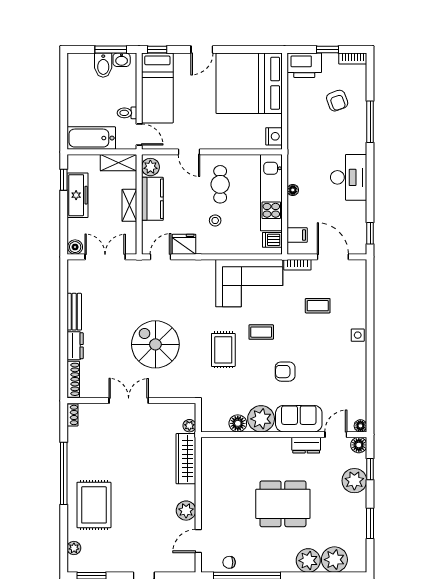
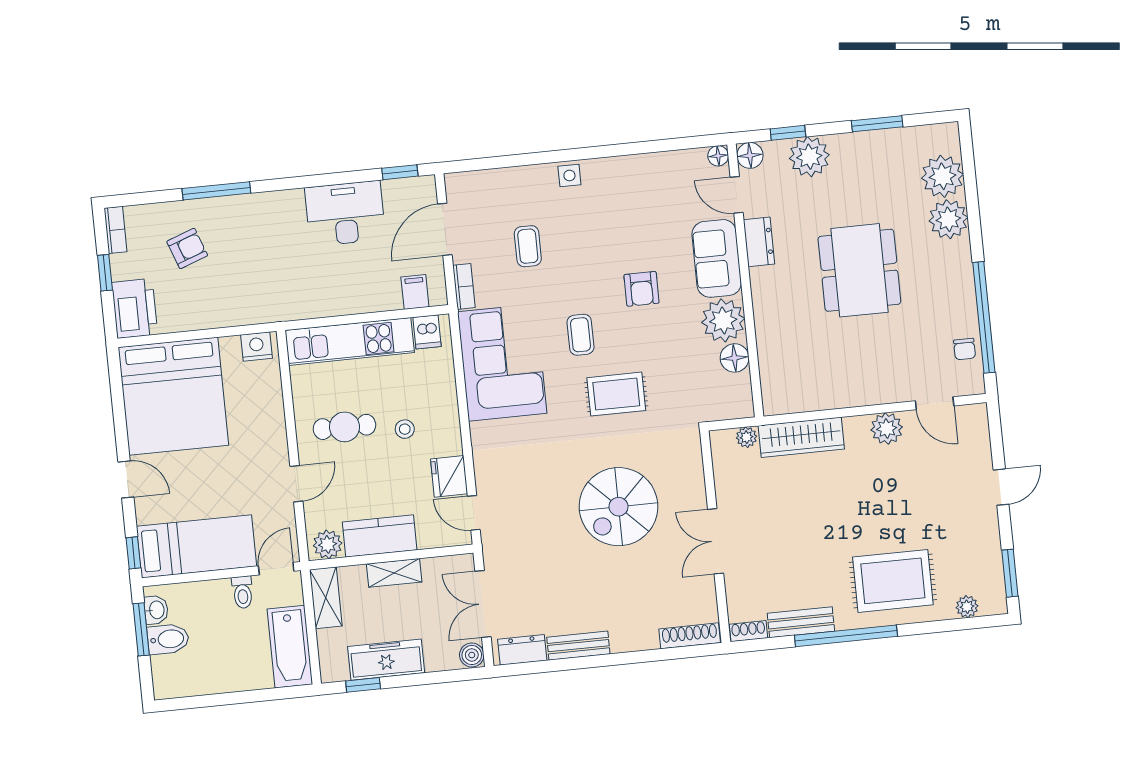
desk: (349, 177) -> (345, 213), moved
floor lamp: (293, 190) -> (342, 306), removed
dresser: (75, 346) -> (522, 650), moved
bench: (75, 447) -> (801, 622), added

